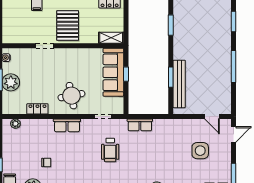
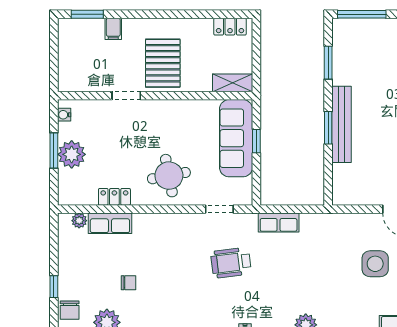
window: (171, 77) -> (328, 128), moved
bench: (179, 84) -> (342, 124), moved
row of seats: (67, 125) -> (110, 223), moved
wheelchair: (110, 150) -> (231, 263), turned 83

